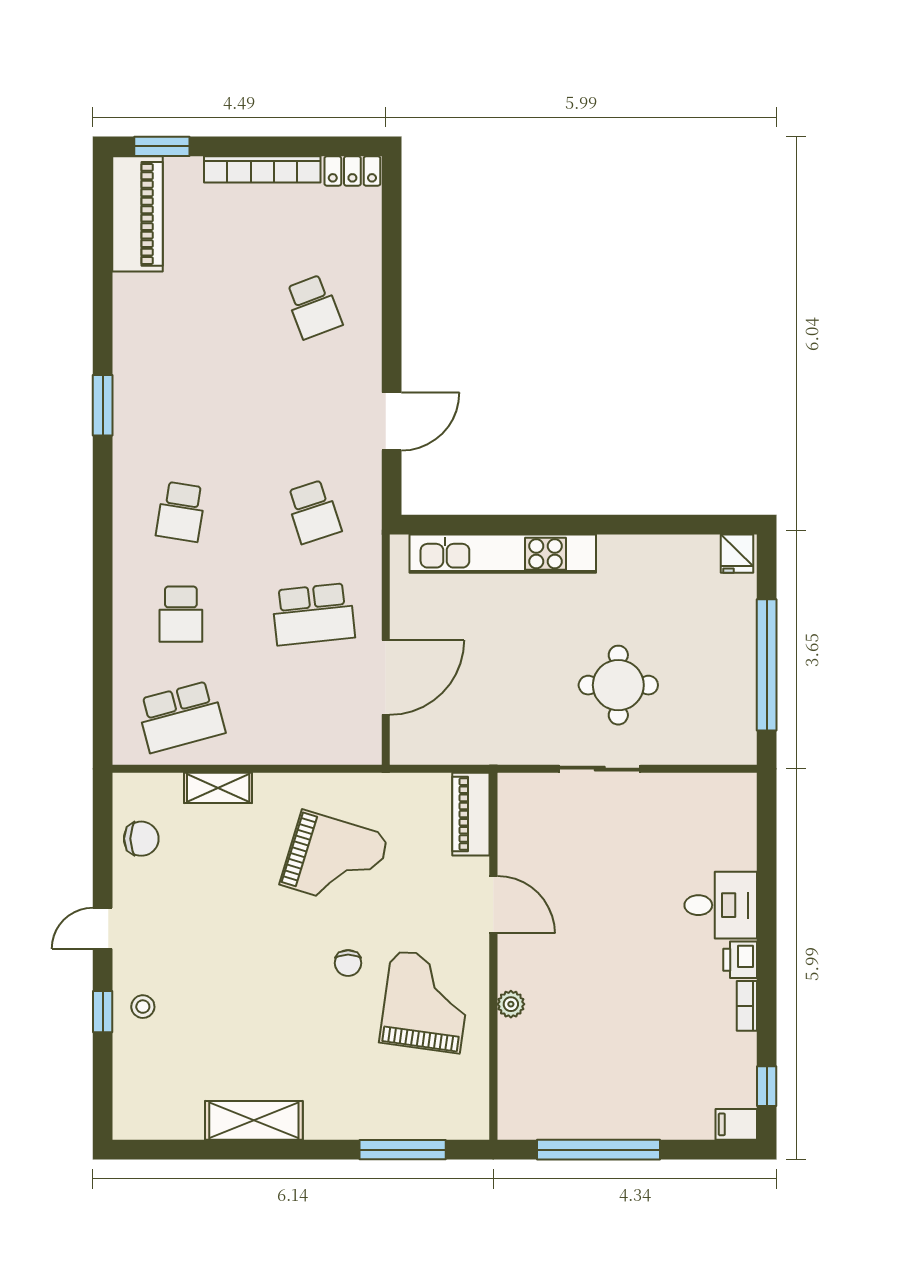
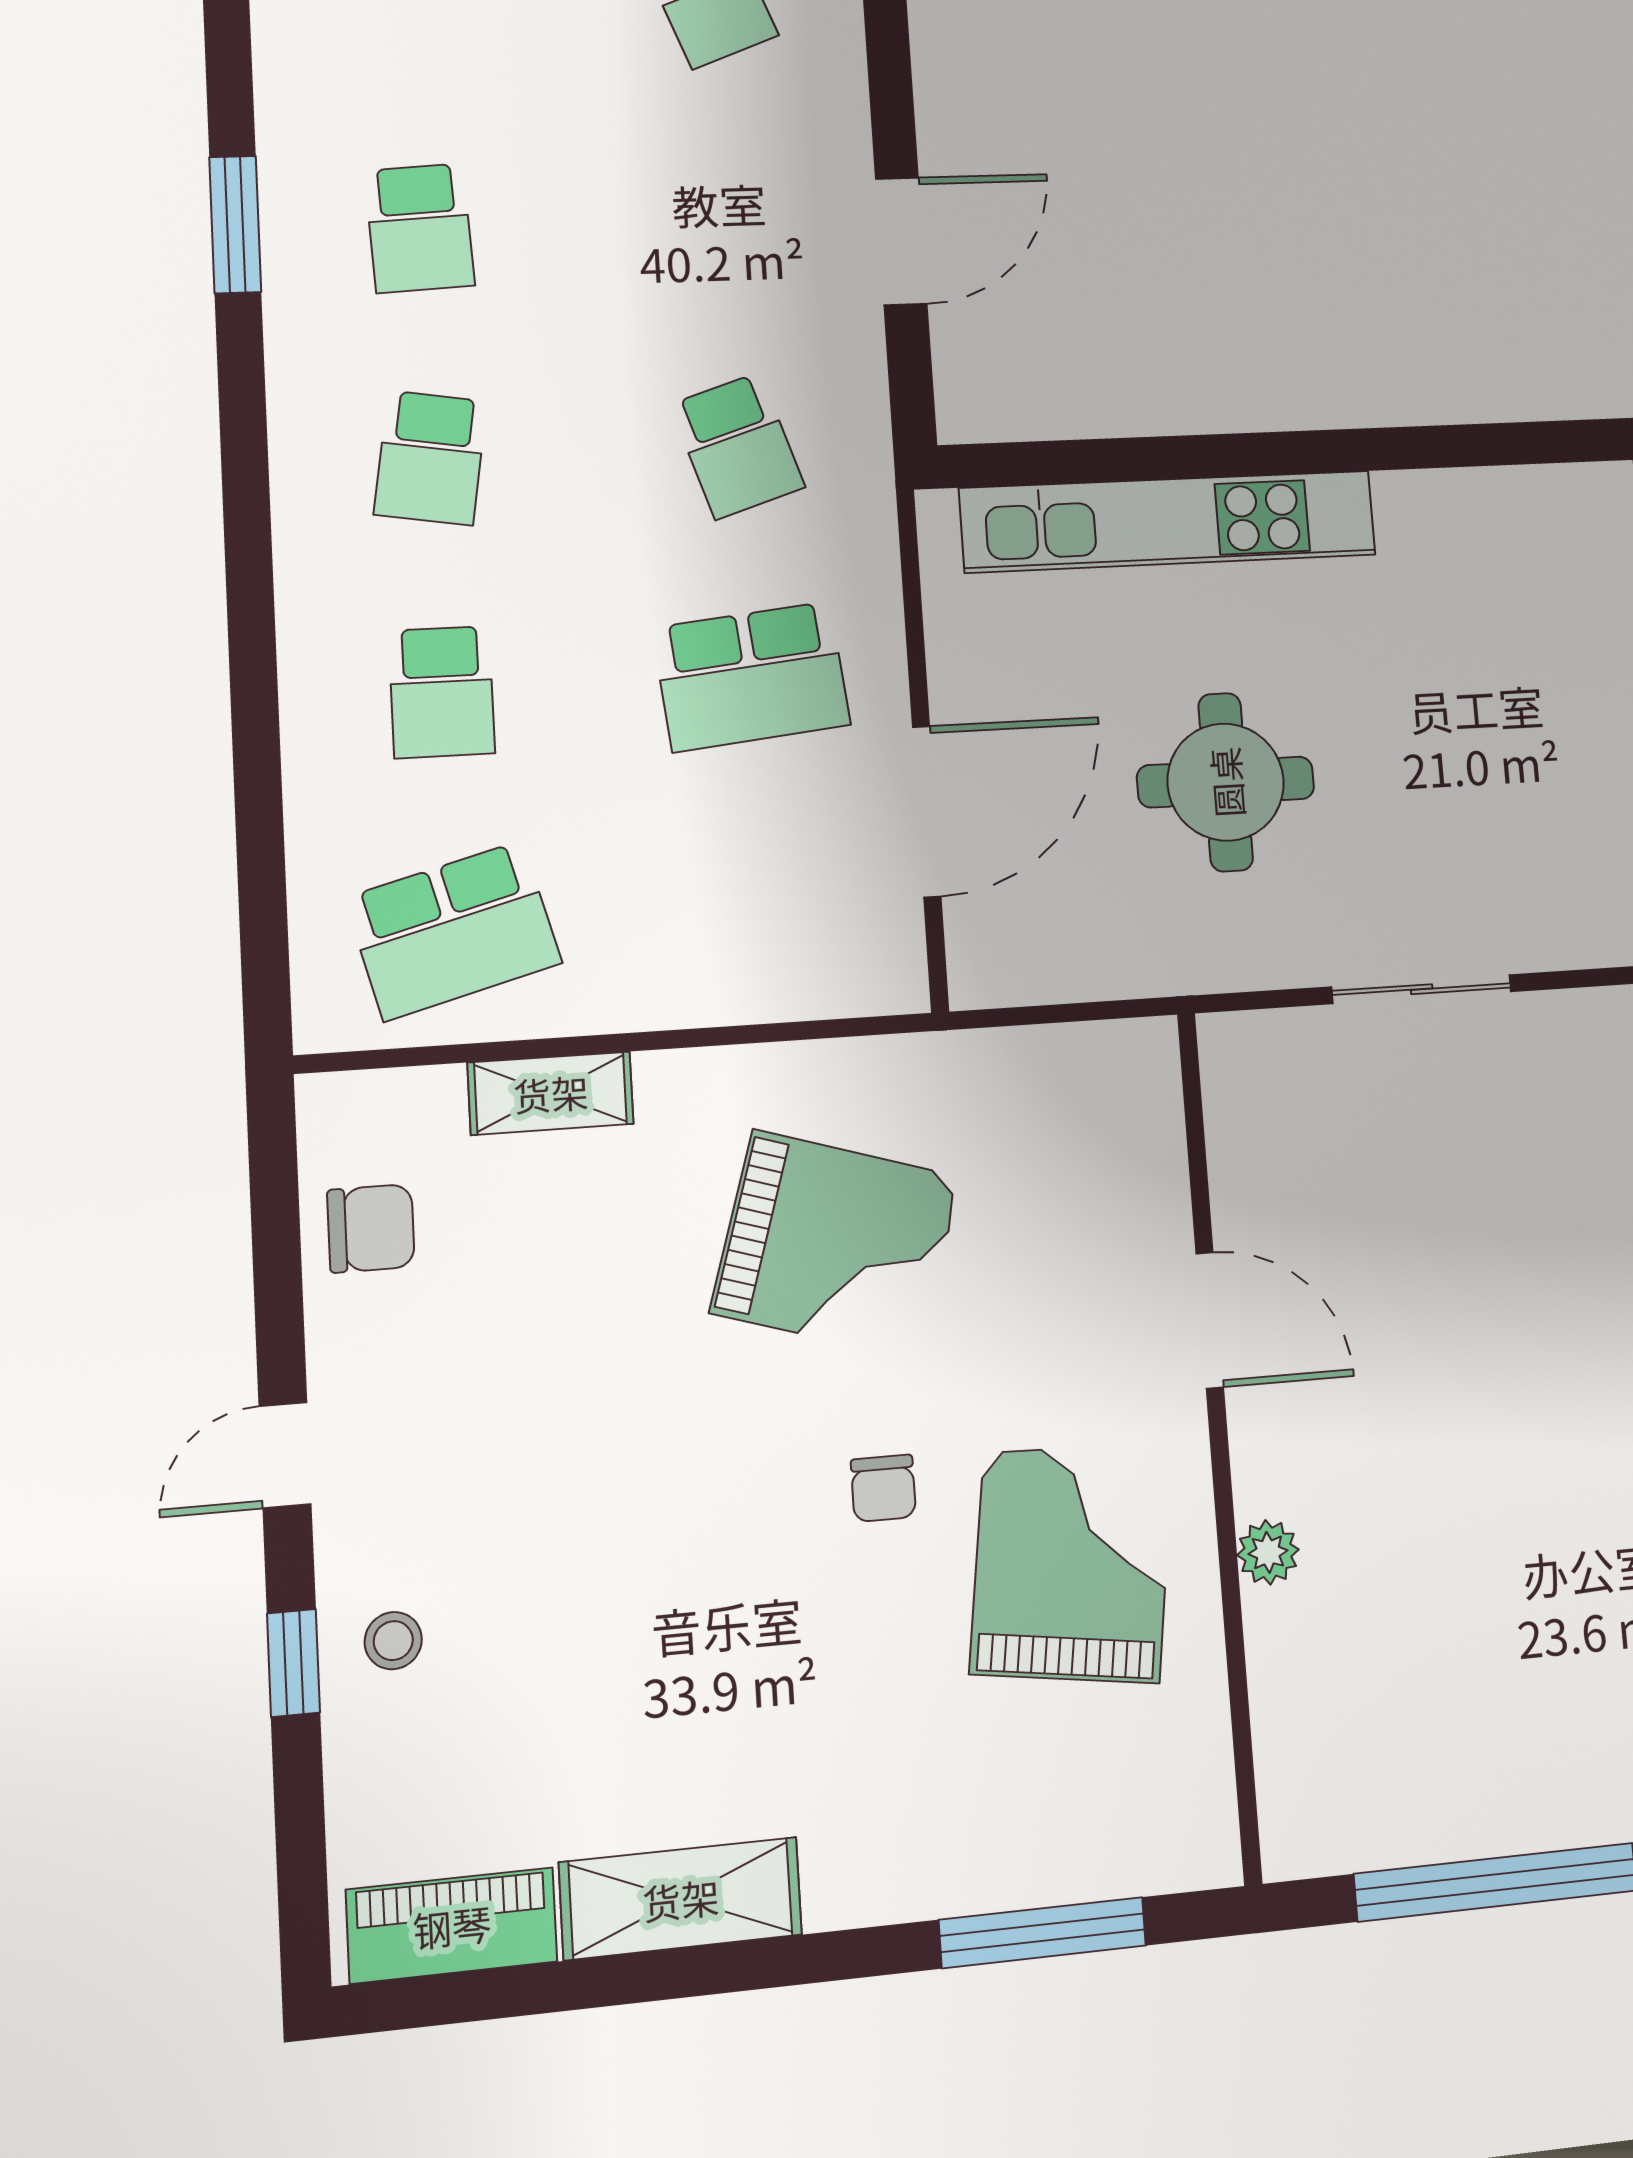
school desk: (181, 409) -> (420, 228), added
round table: (618, 685) -> (1226, 782), moved
piano: (471, 814) -> (452, 1926), moved, turned 90

